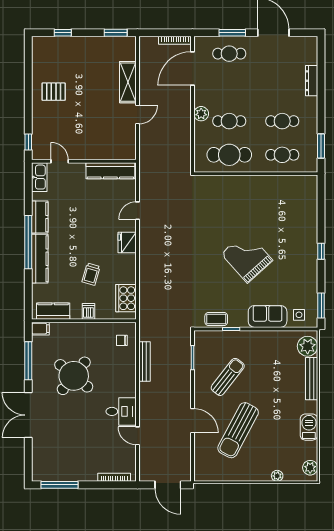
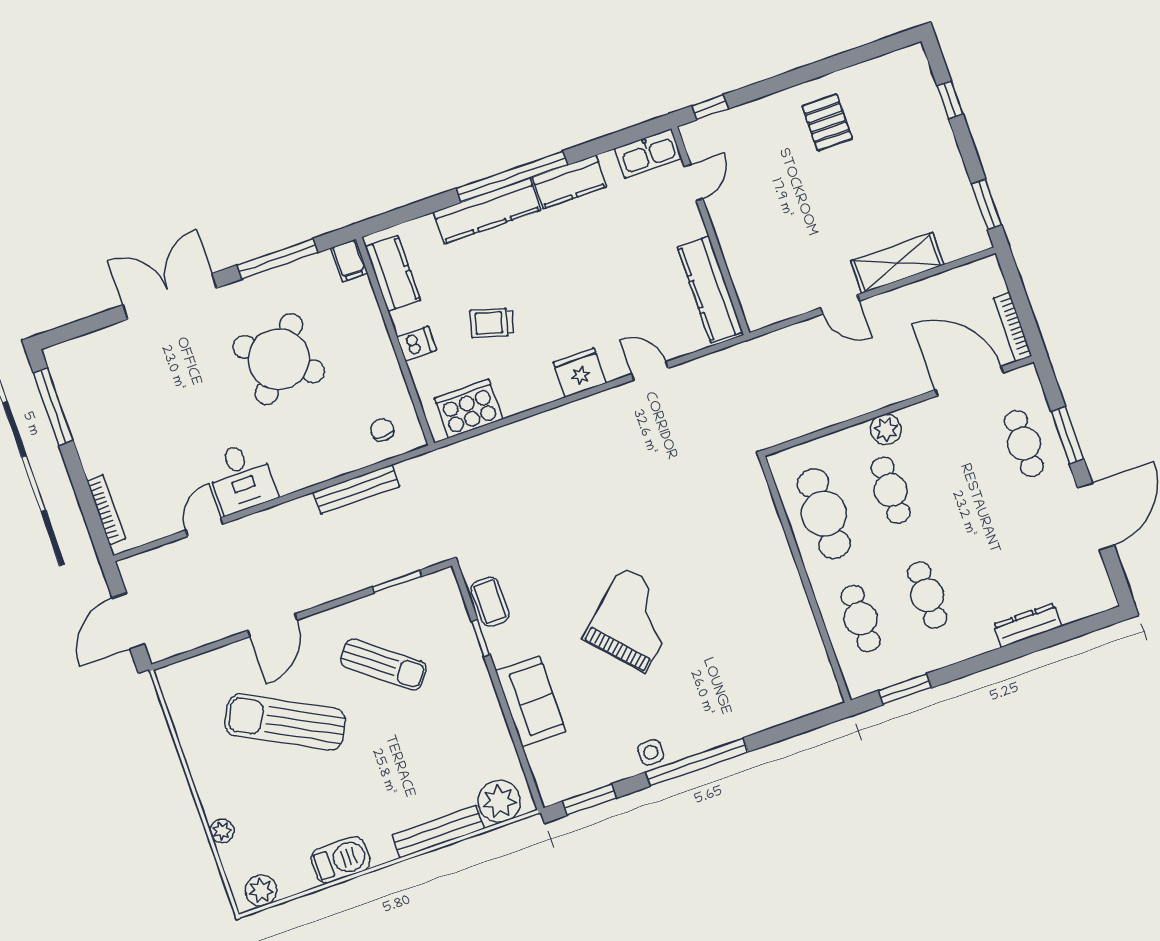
window: (321, 251) -> (697, 762), width x3.17
side table: (299, 315) -> (651, 752), moved

